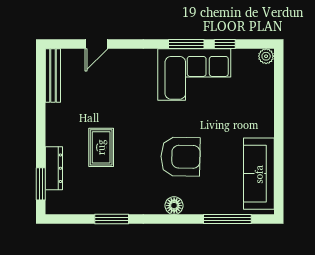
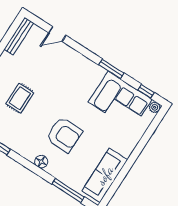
window: (225, 44) -> (146, 91), moved
corner sofa: (194, 74) -> (120, 101), moved

